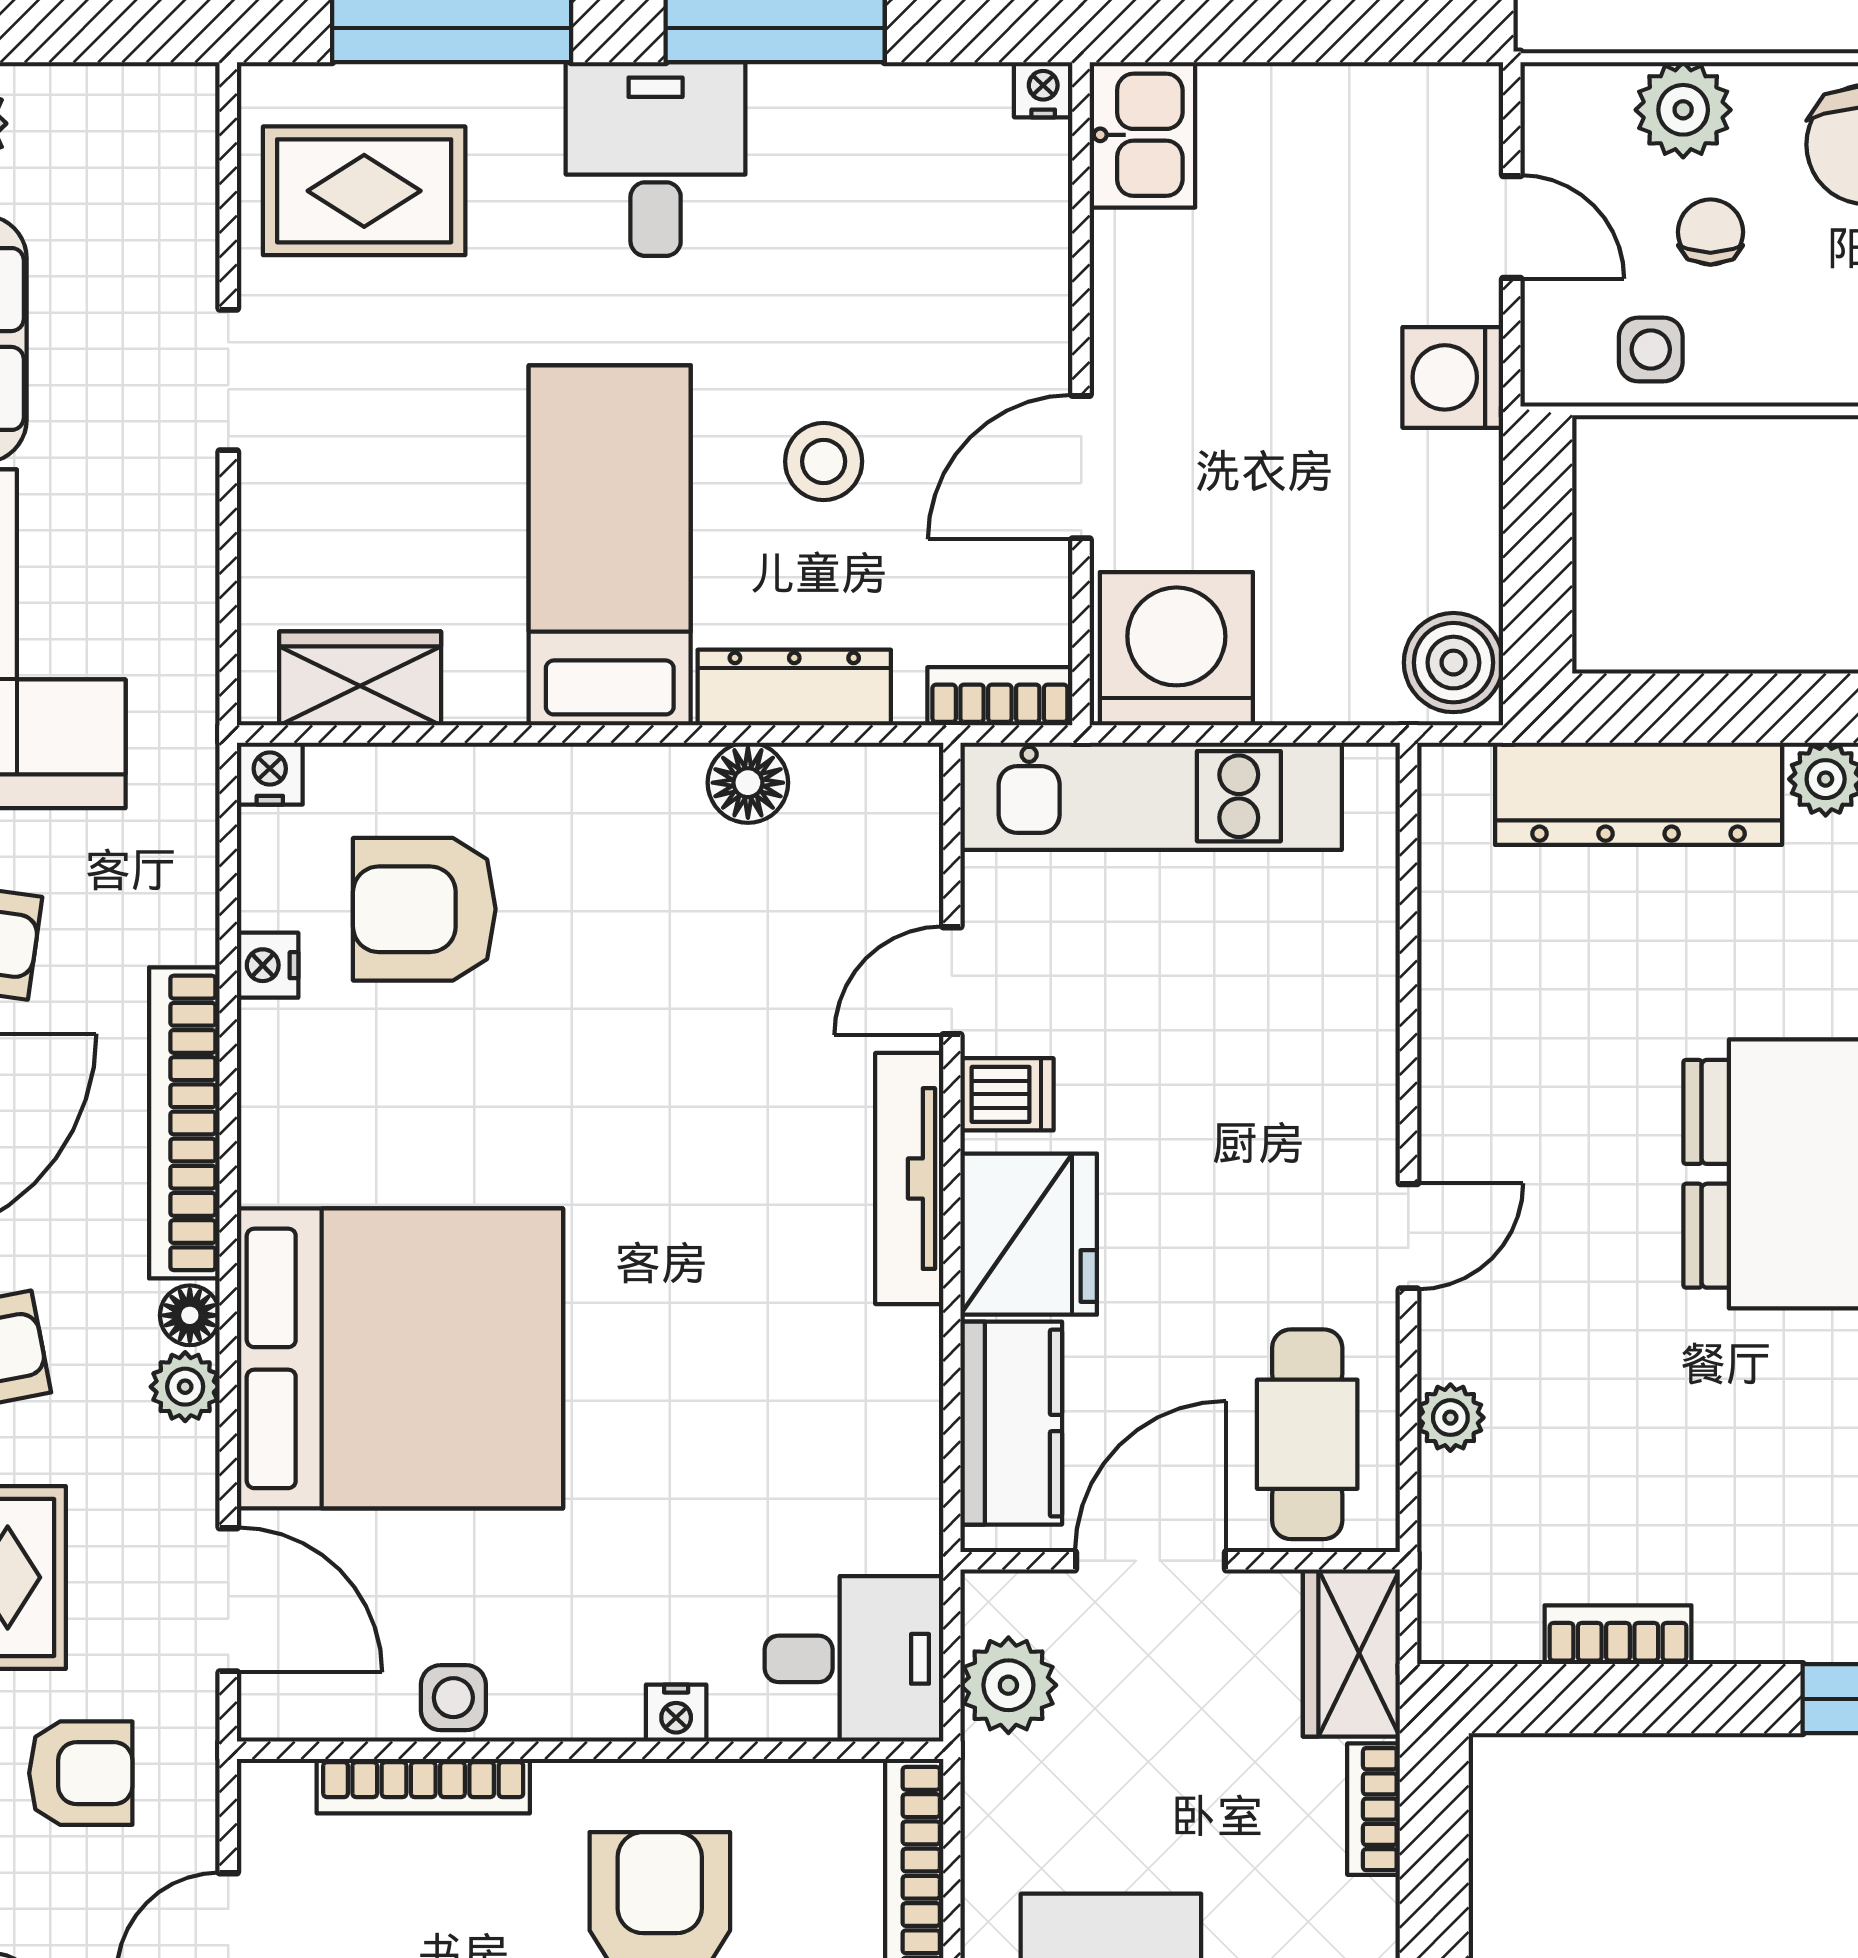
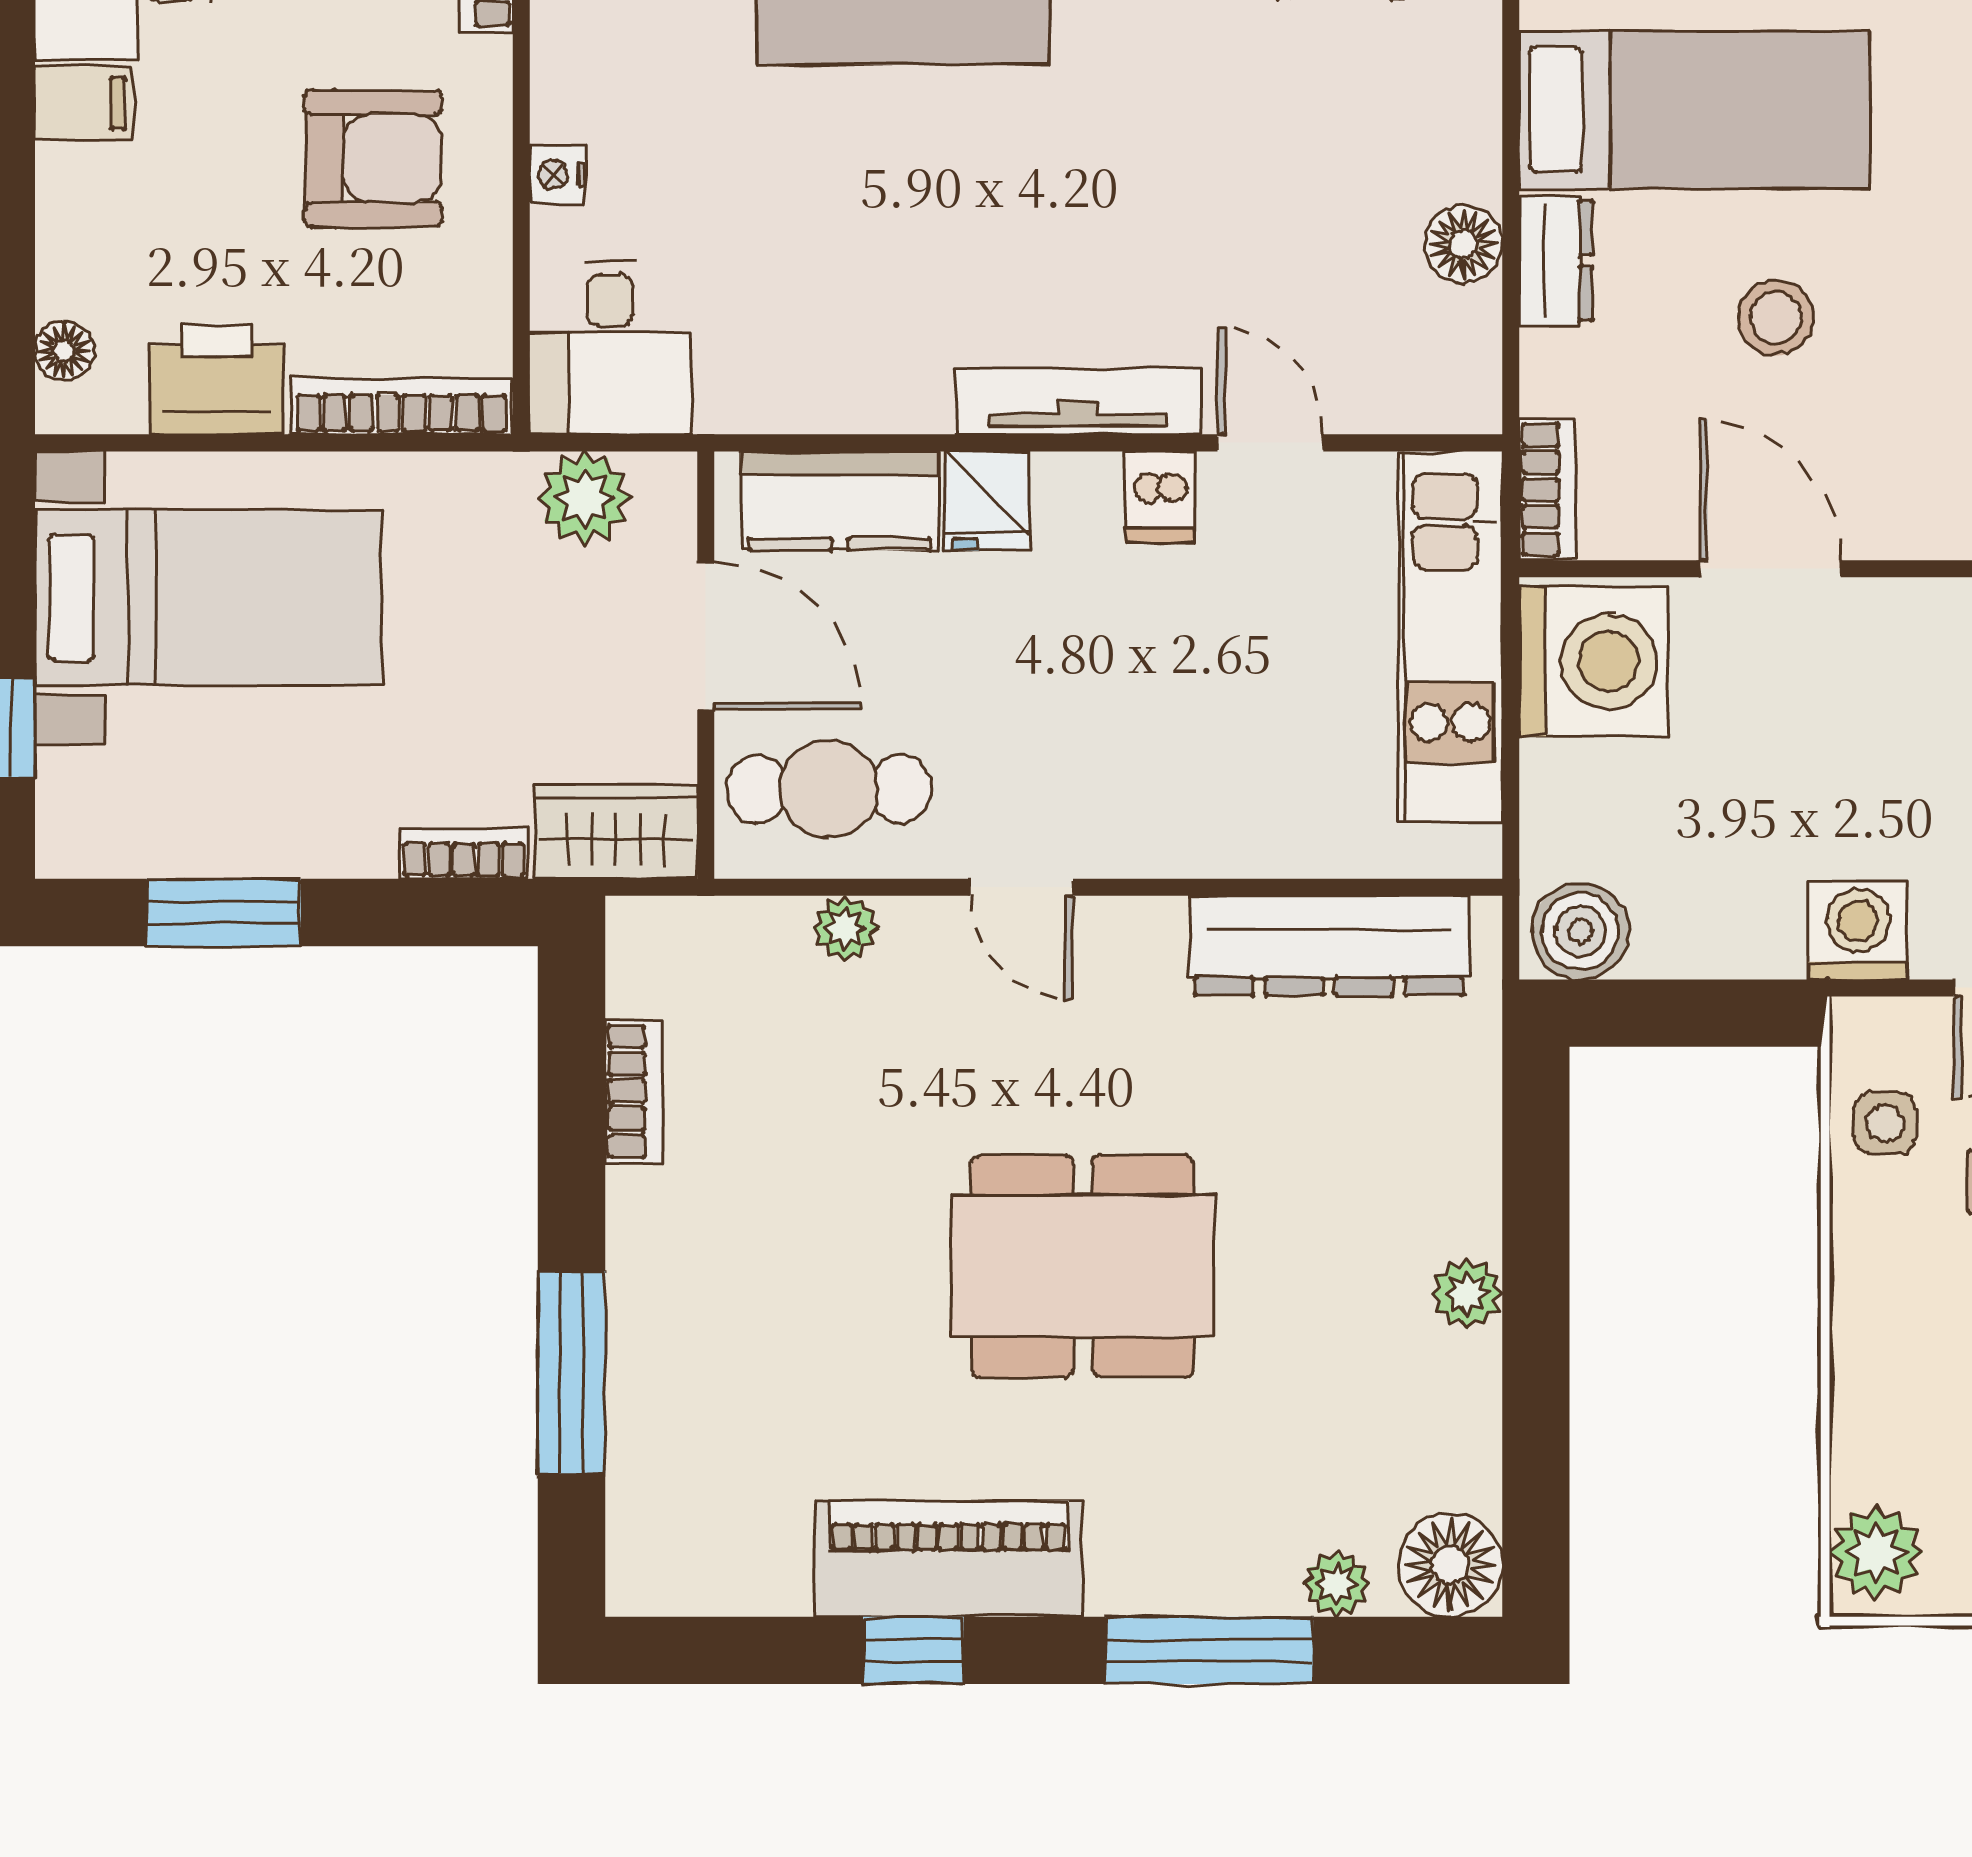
dresser: (794, 687) -> (1556, 261), width x0.70
dresser: (1639, 794) -> (1329, 946), moved, turned -90
fridge: (1029, 1234) -> (987, 501), width x0.53, depth x0.75

